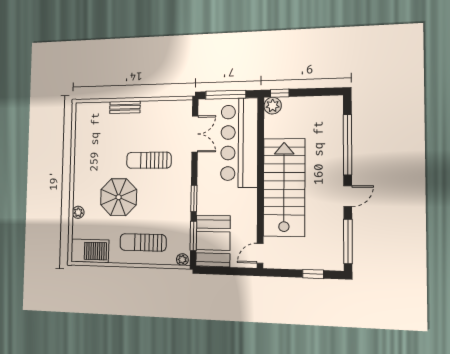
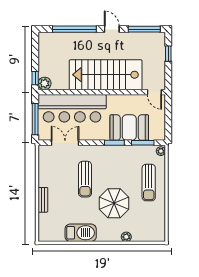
booth: (213, 241) -> (129, 128), moved
barbecue: (90, 251) -> (81, 233), moved, turned 90

